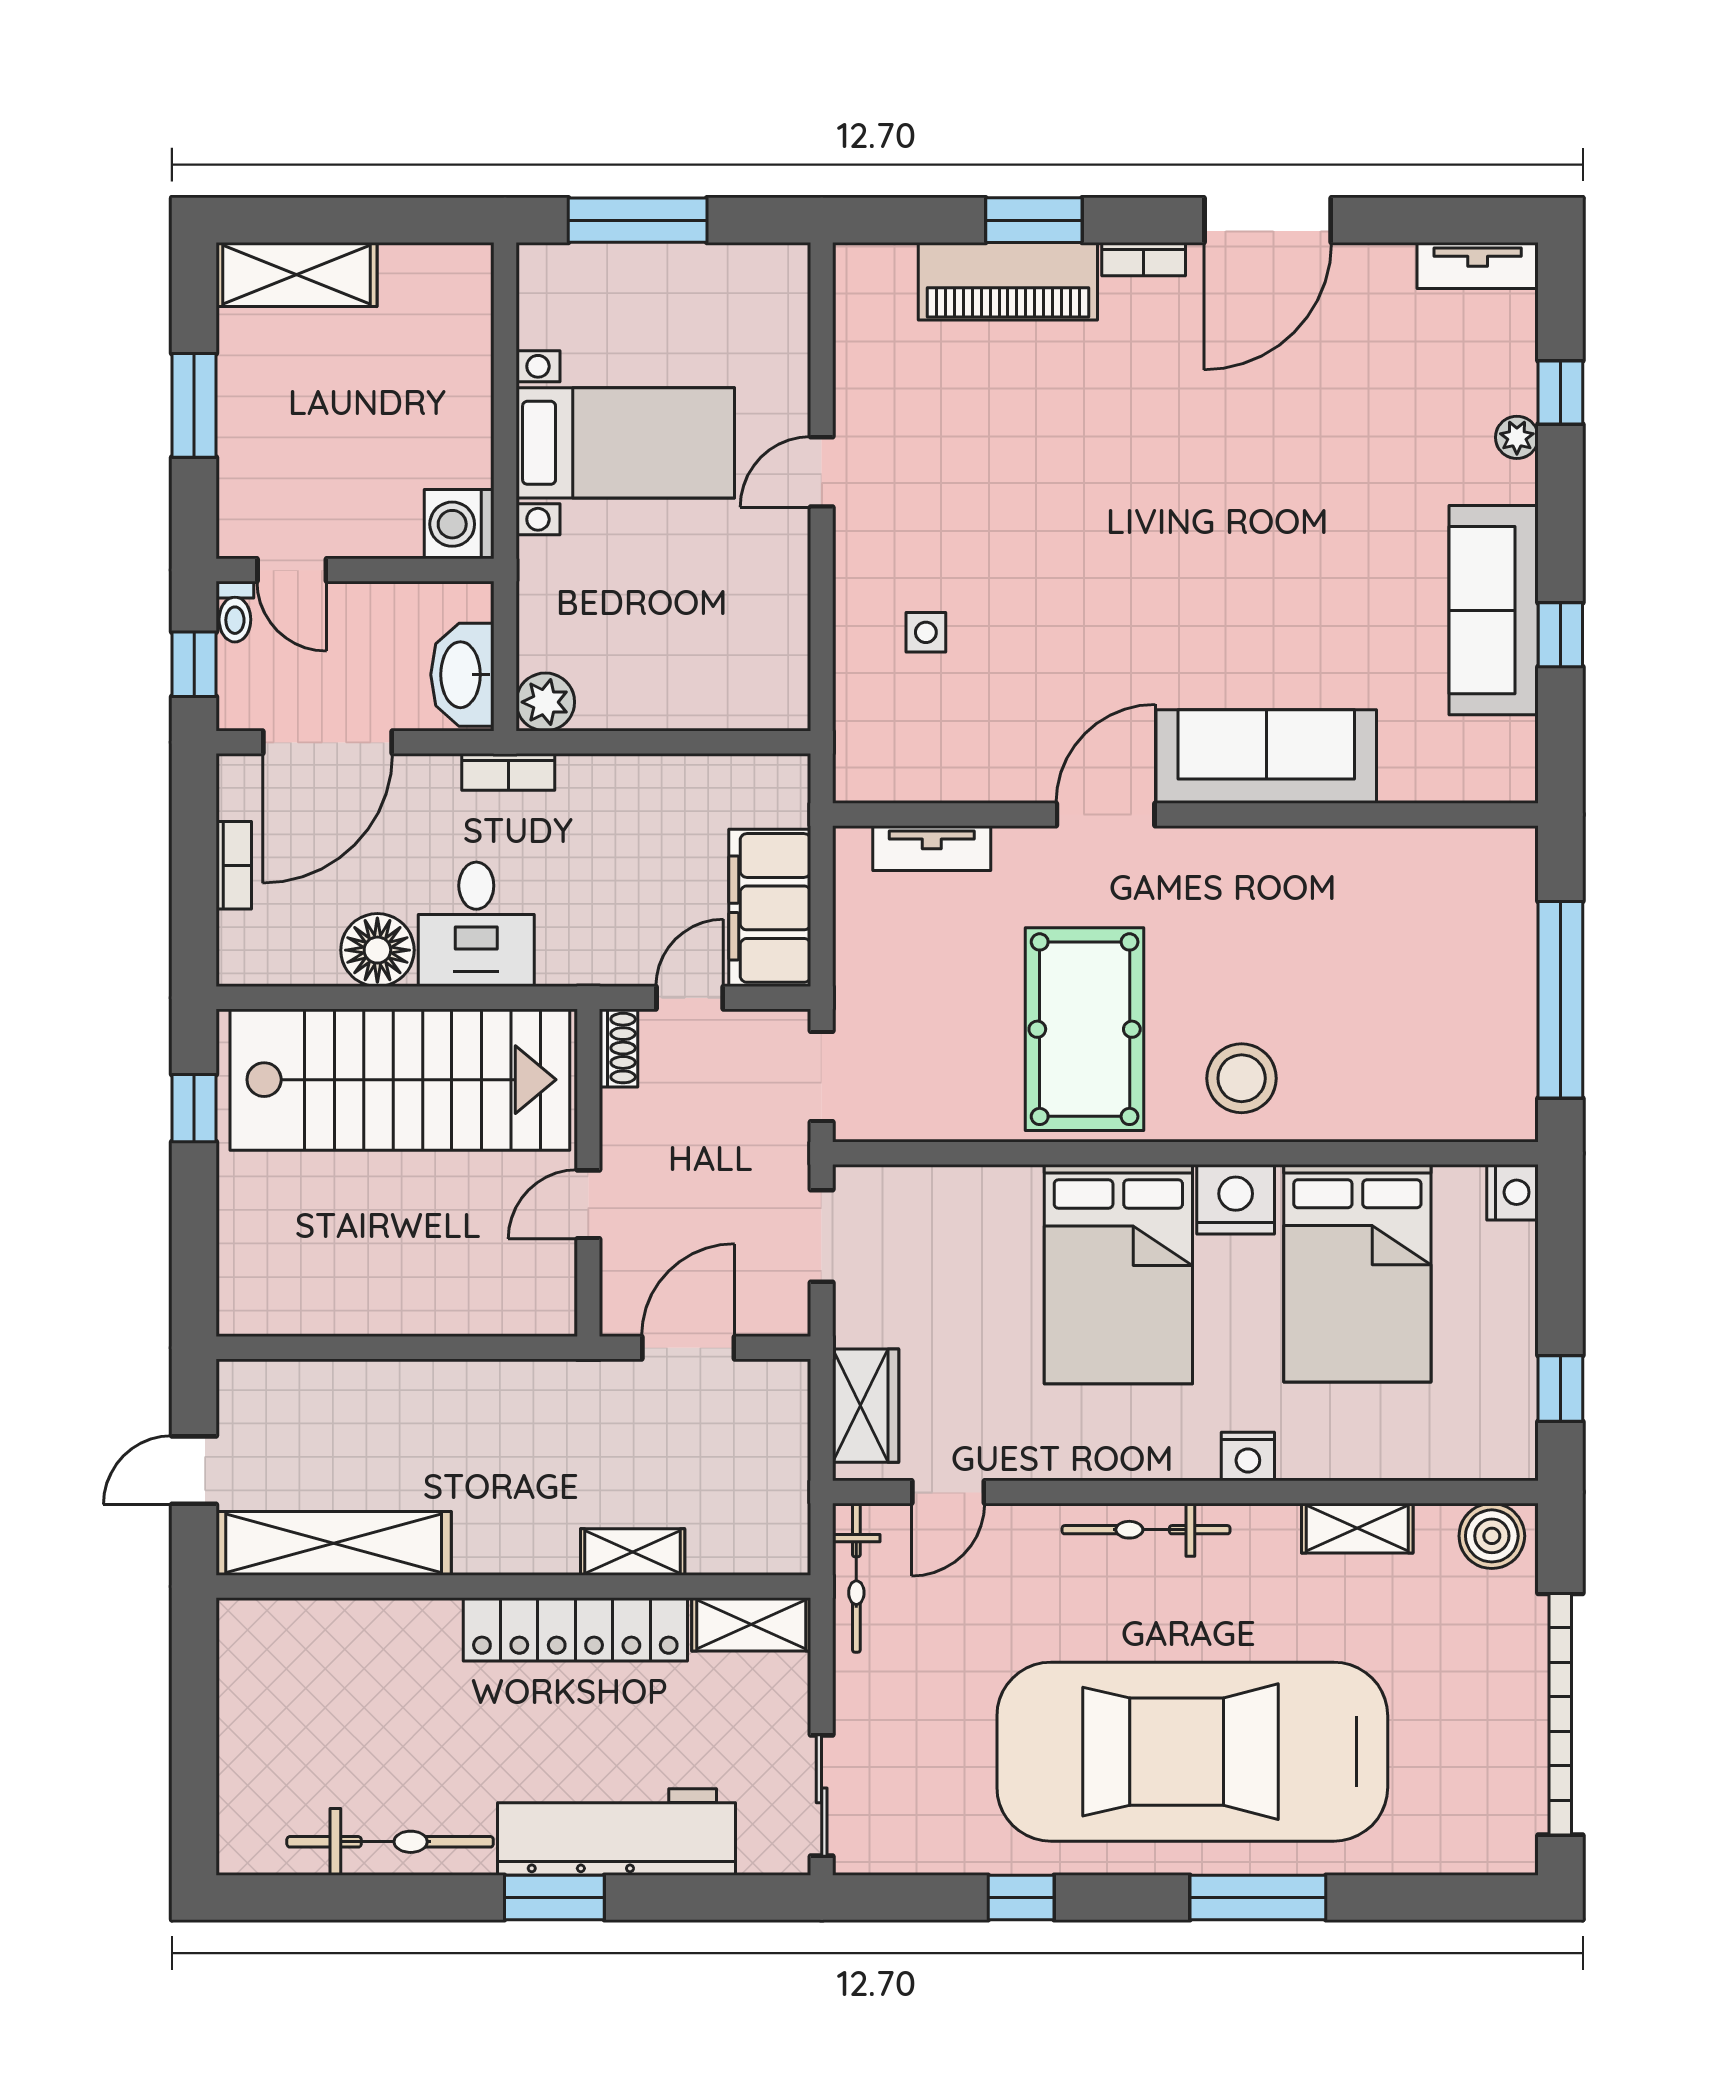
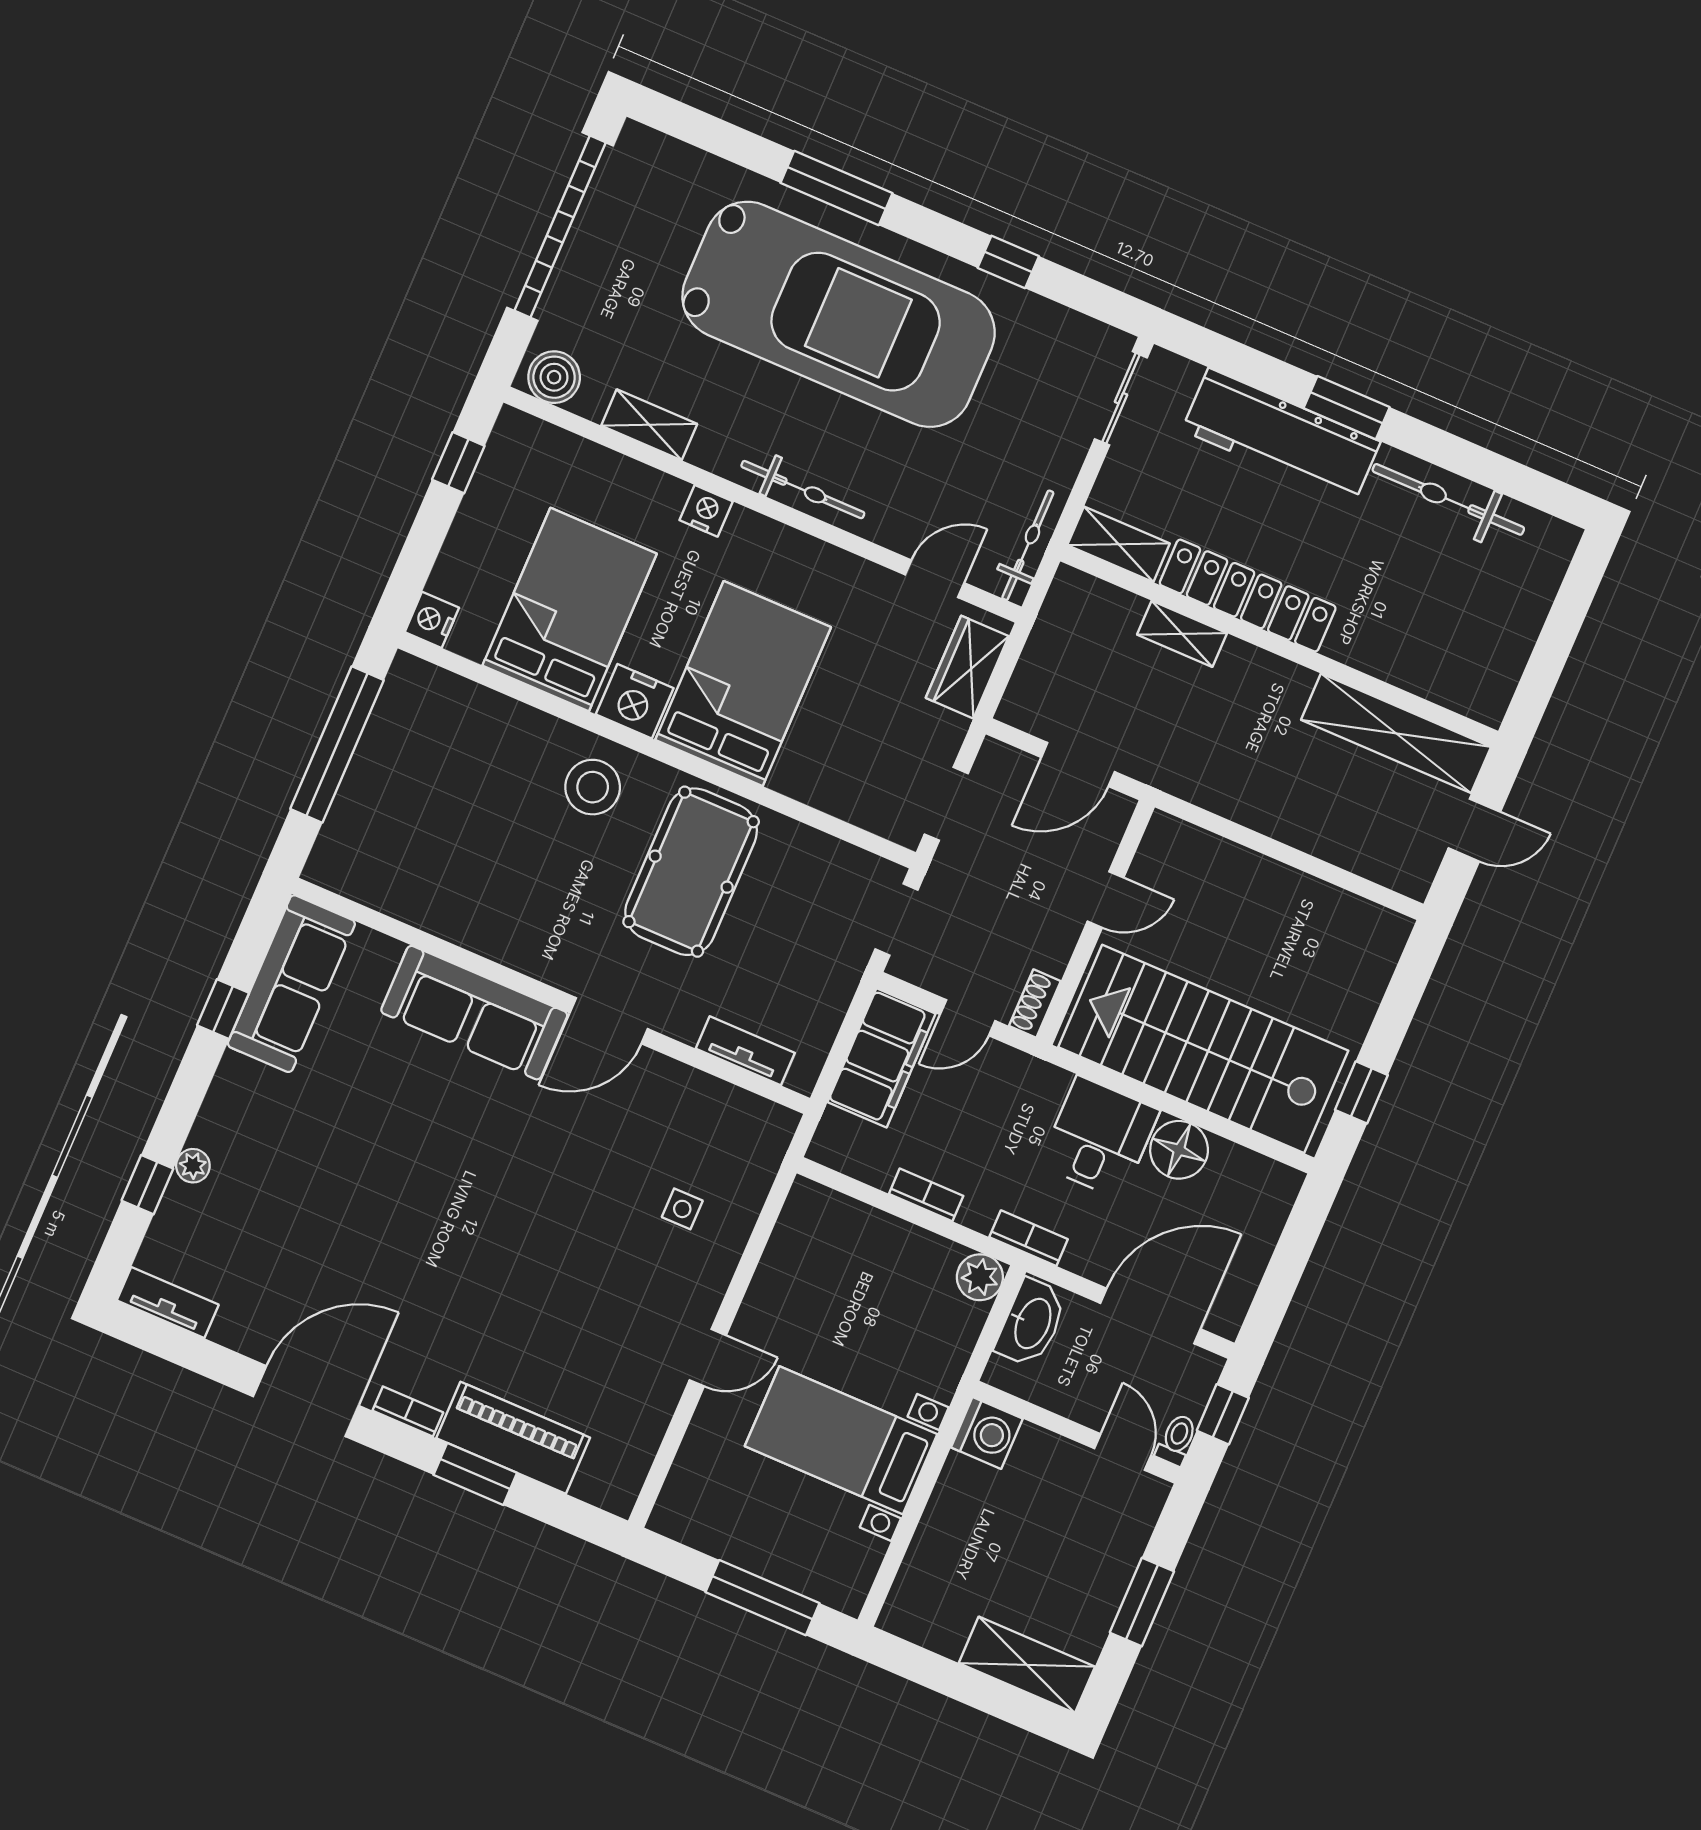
sofa: (1494, 610) -> (291, 984), moved
bookcase: (234, 865) -> (926, 1195), moved, turned 90

